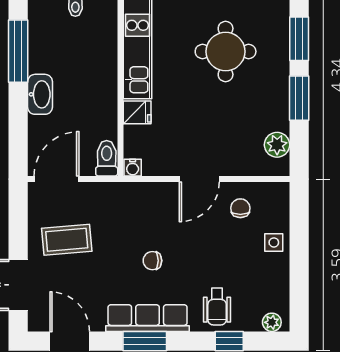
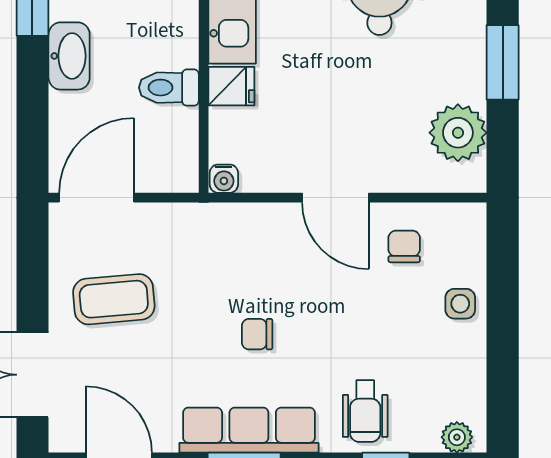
plant: (277, 145) -> (458, 133), width x1.36, depth x1.36
toilet: (107, 158) -> (169, 88), moved, turned -90
door: (199, 179) -> (335, 198), hinge flipped

